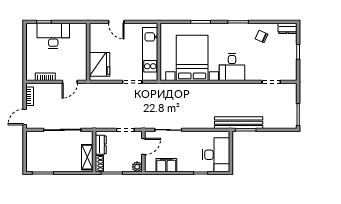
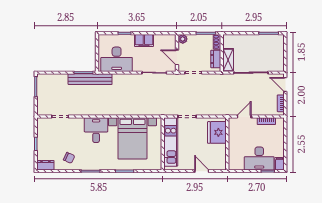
filing cabinet: (31, 30) -> (279, 164), added
door: (25, 117) -> (285, 84), swing flipped
door: (143, 147) -> (177, 57), hinge flipped
desk: (216, 155) -> (117, 59), moved, turned -90
shelving: (87, 157) -> (228, 60), moved
filing cabinet: (166, 165) -> (144, 41), moved

